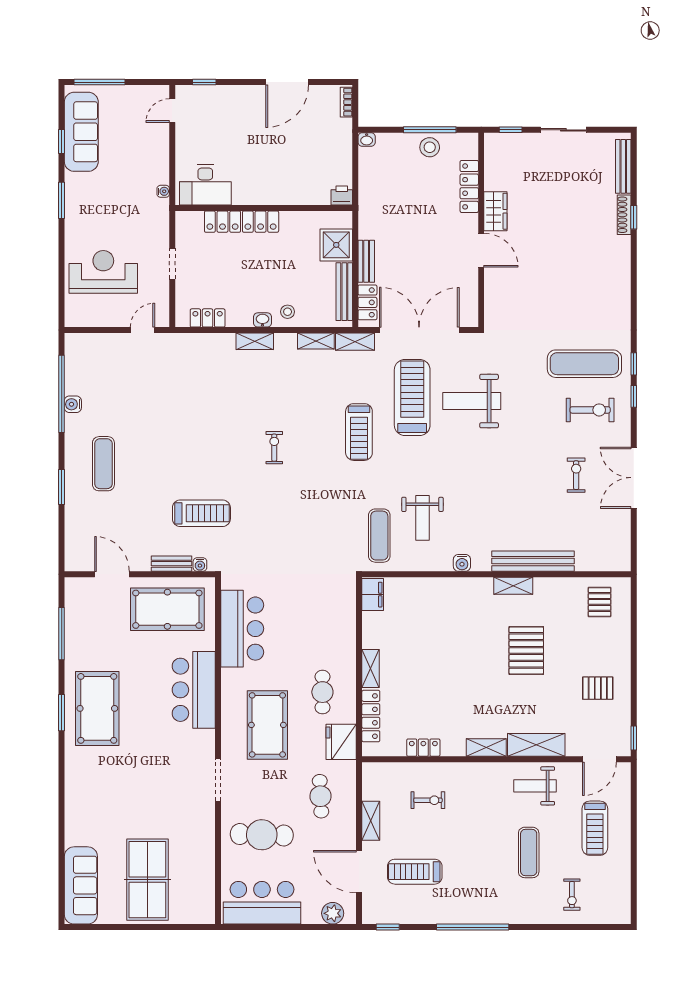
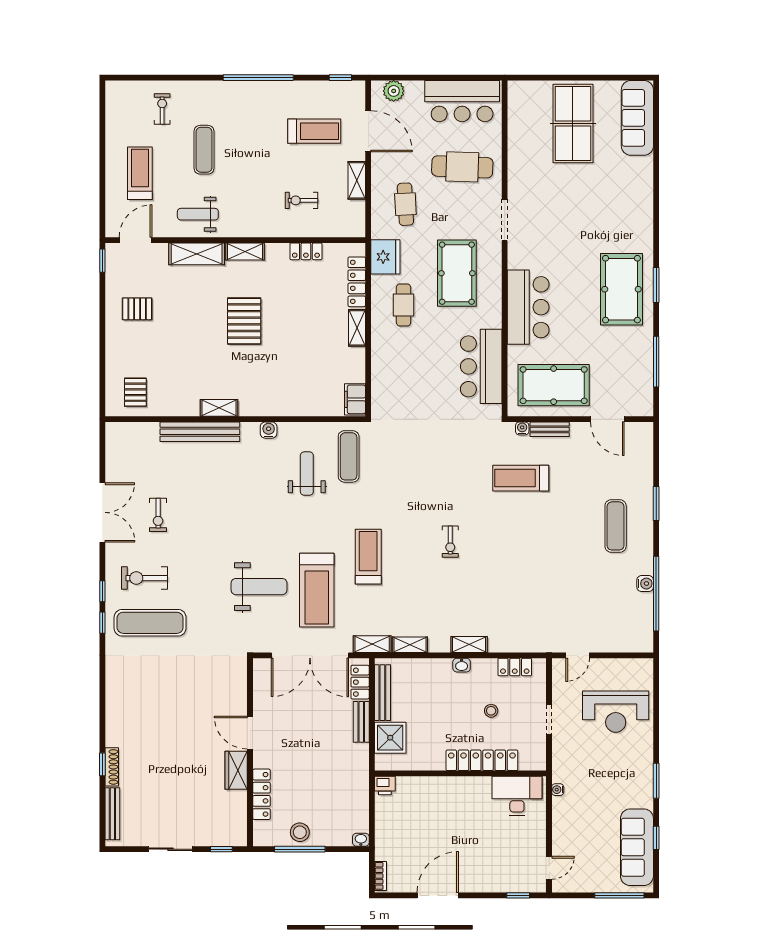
stool: (288, 312) -> (491, 711), moved
pallet: (526, 650) -> (244, 321), moved
weight bench: (535, 786) -> (198, 214), turned 180

